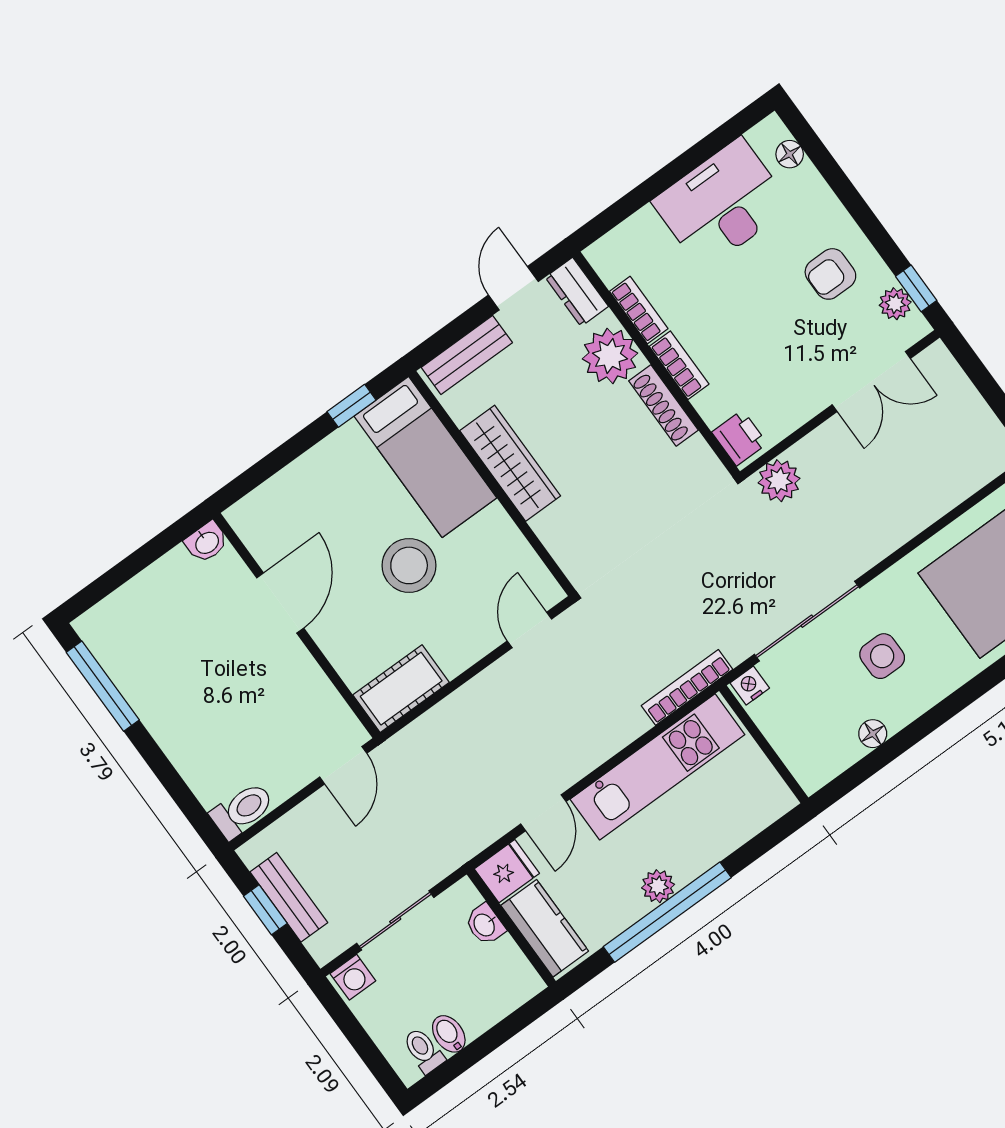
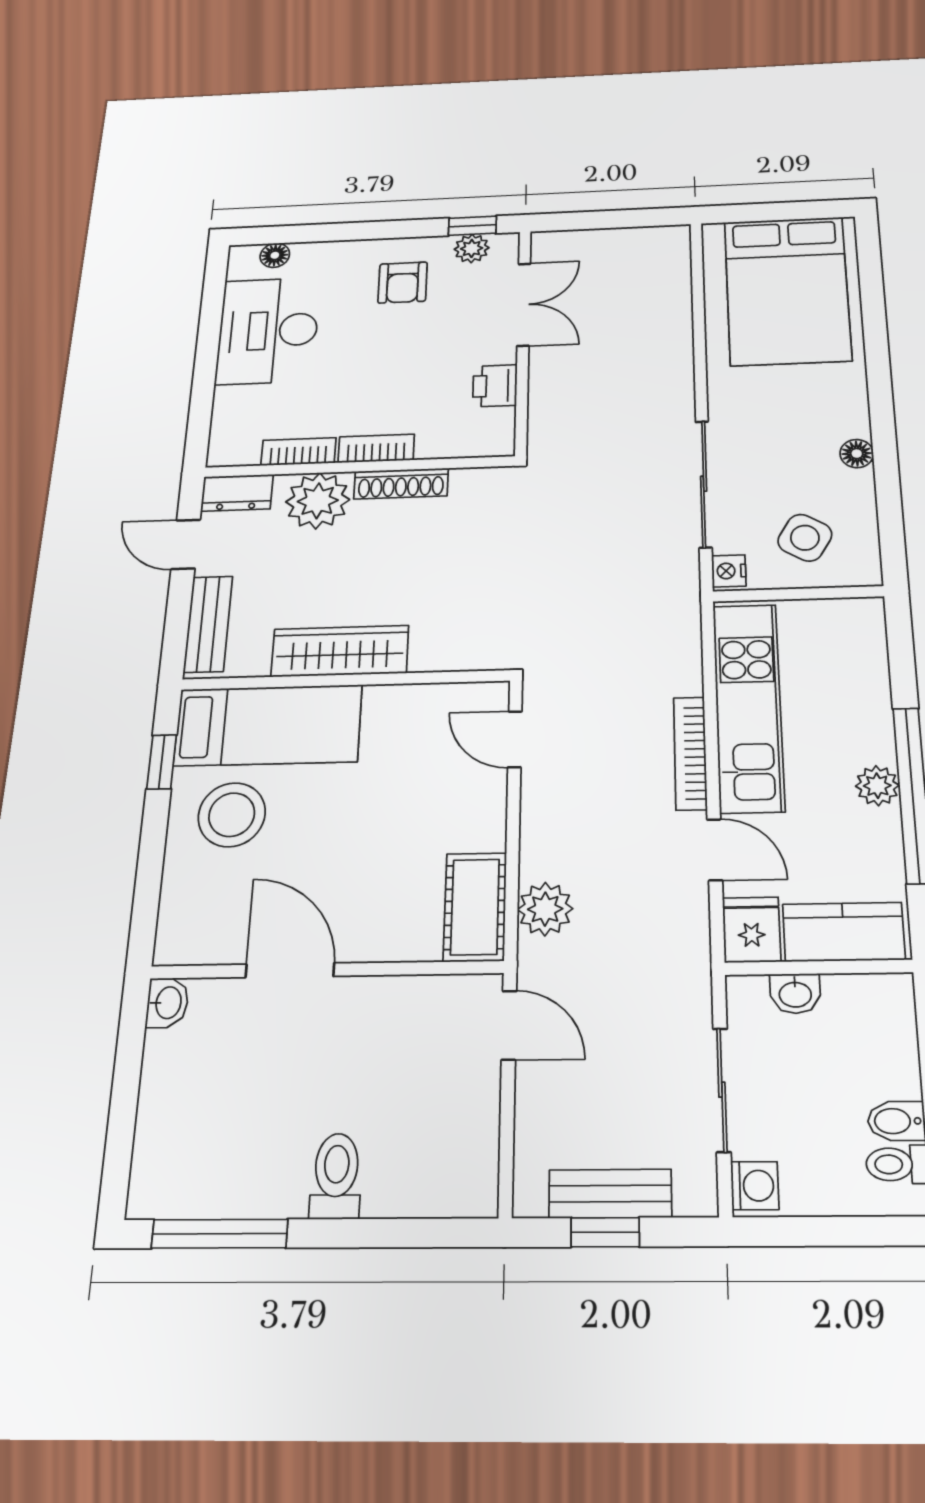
printer: (739, 438) -> (495, 386), moved, turned -90
plant: (779, 481) -> (545, 909), moved
stool: (409, 565) -> (232, 815), moved
side table: (882, 656) -> (805, 538), moved, turned 31
bookcase: (687, 687) -> (690, 753), moved
floor lamp: (873, 734) -> (857, 454), moved
toilet: (242, 810) -> (336, 1176), moved

